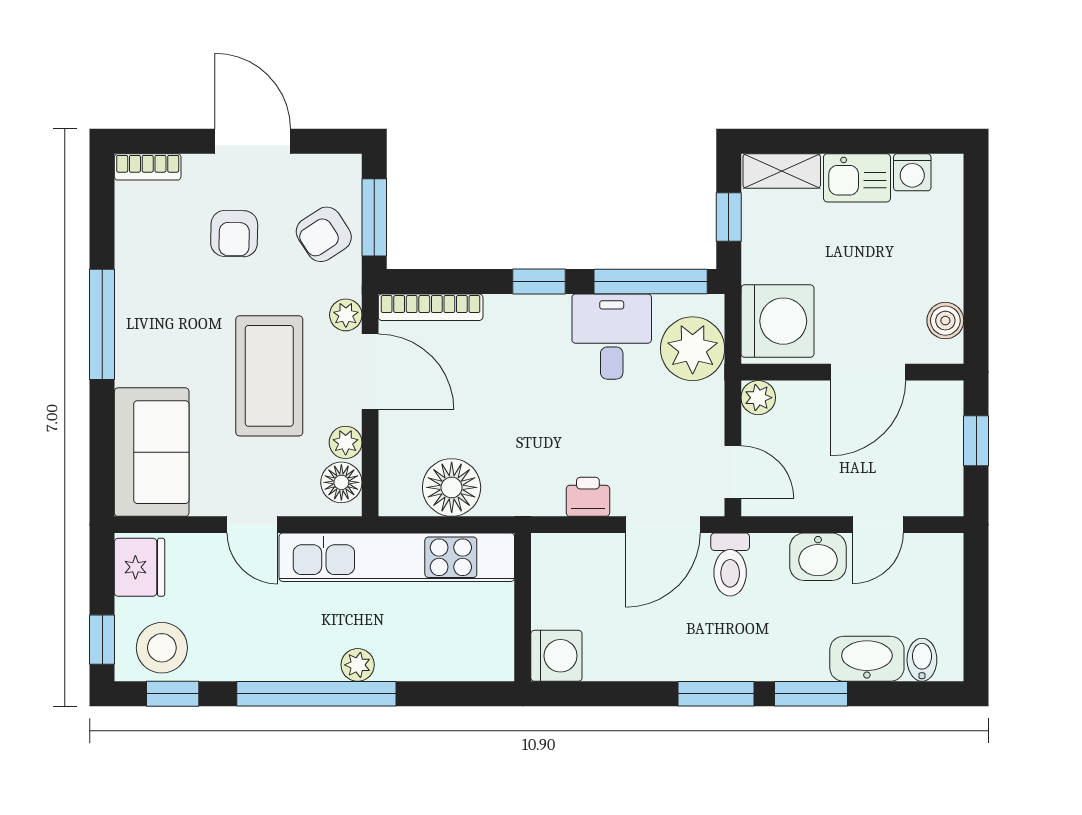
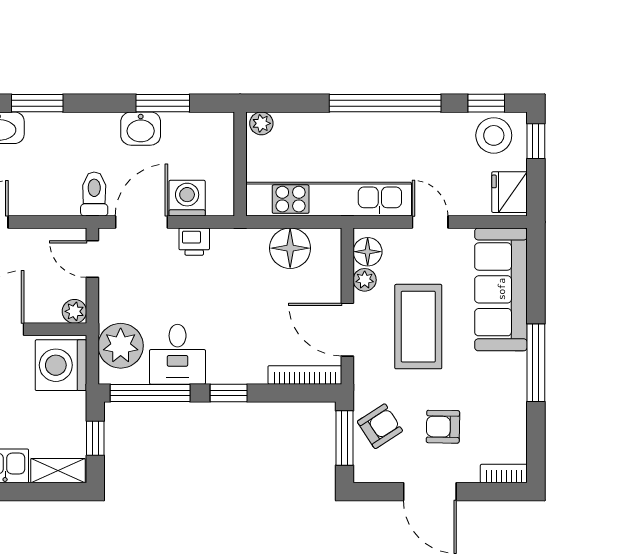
armchair: (234, 234) -> (443, 427), turned -90
plant: (346, 315) -> (364, 369), removed
sofa: (152, 452) -> (501, 289), width x1.36
washbasin: (818, 557) -> (141, 129), moved, turned 180
washing machine: (556, 656) -> (187, 198), moved, turned 90
plant: (358, 665) -> (261, 123), moved
window: (716, 694) -> (163, 103), moved

